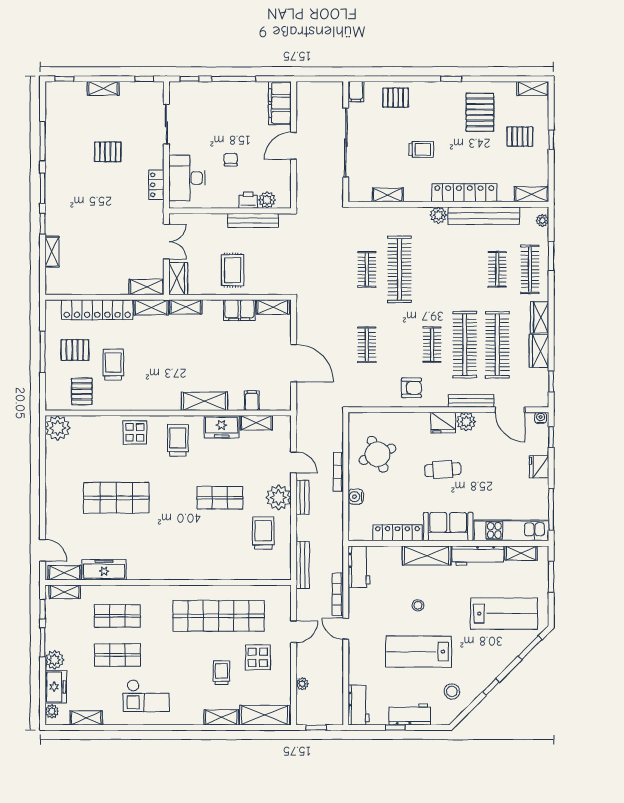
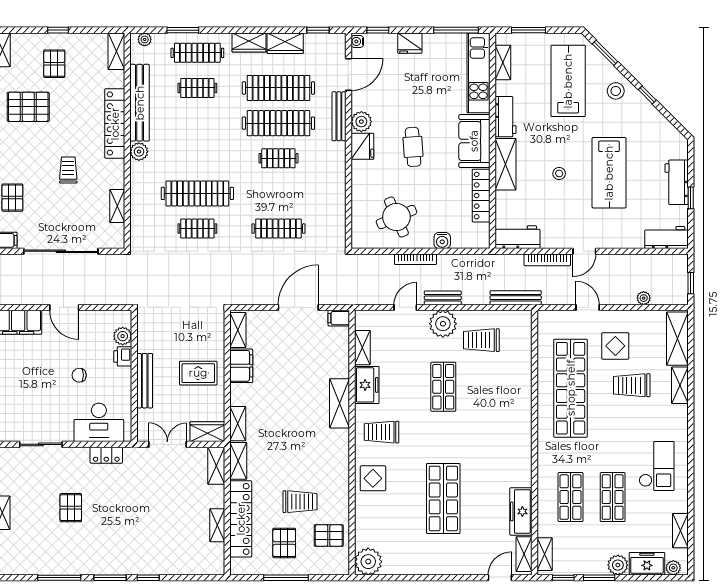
bench: (253, 220) -> (145, 381), moved
shelving: (52, 252) -> (217, 525), moved, turned 90
clothes rail: (367, 345) -> (278, 229), width x1.36
trolley: (113, 365) -> (300, 502), turned 180
armchair: (411, 388) -> (325, 181), removed
filing cabinet: (252, 401) -> (339, 318), moved
workbench: (478, 556) -> (506, 117), width x0.73
trolley: (221, 673) -> (632, 385), width x1.36, depth x1.39
stool: (452, 691) -> (616, 91), moved

